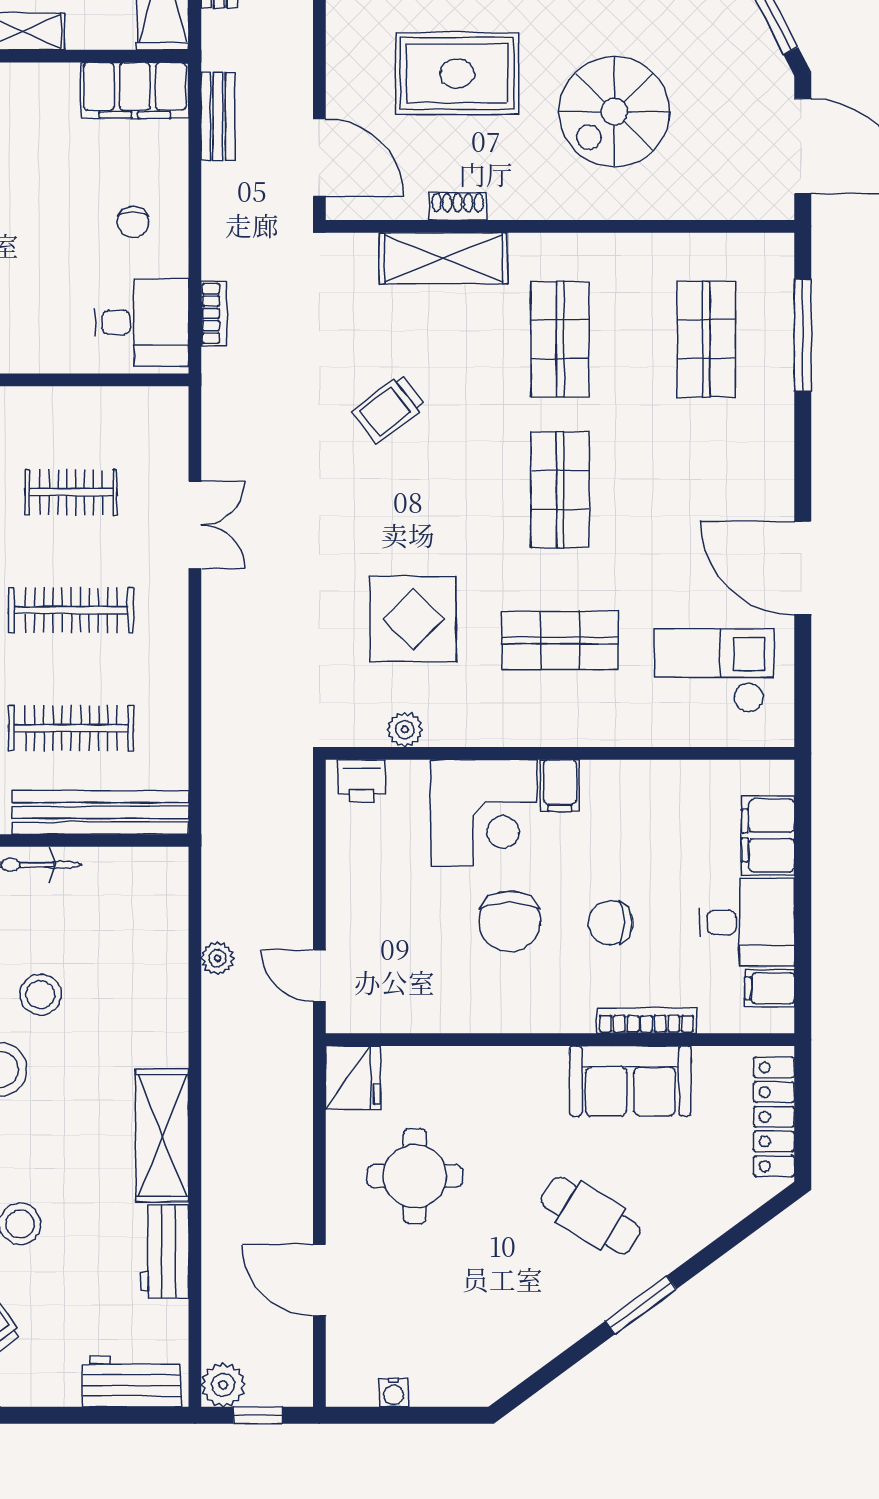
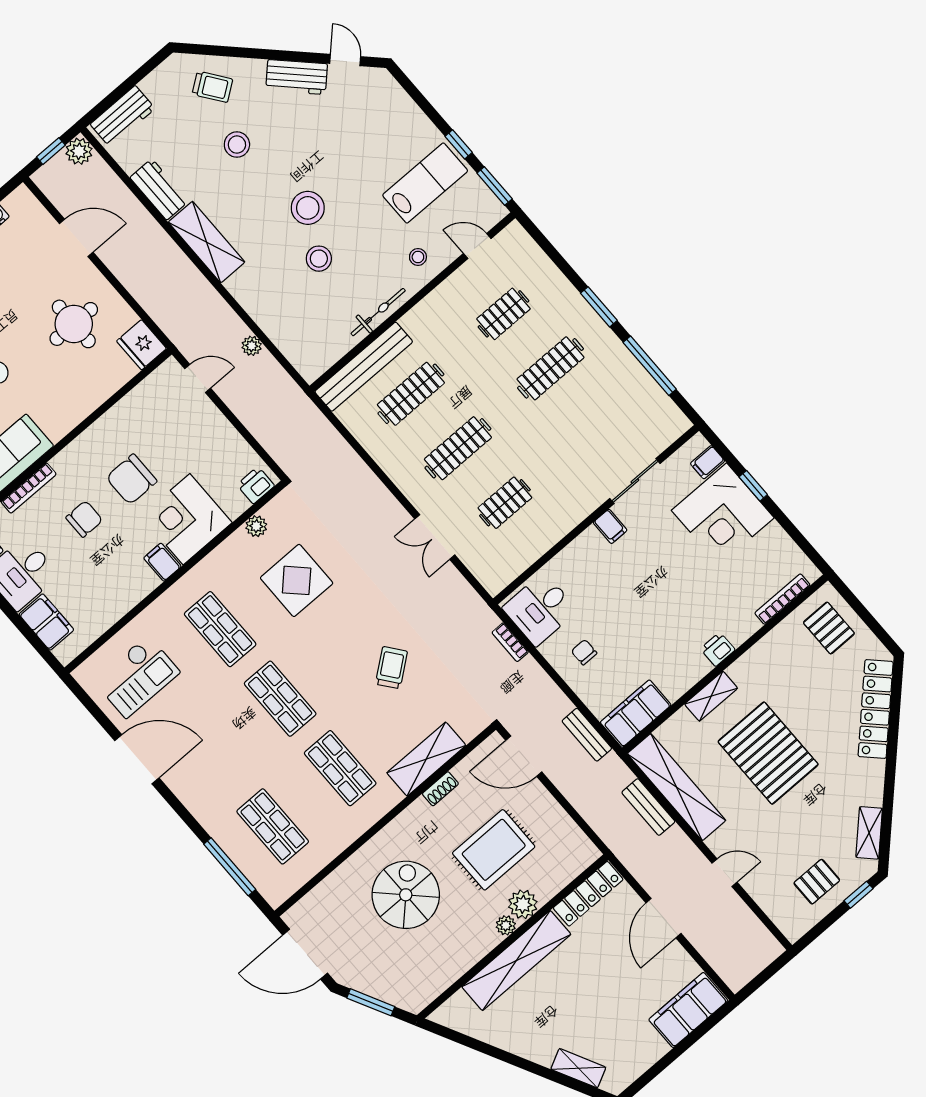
shop shelf: (560, 640) -> (220, 629), turned 90
chair: (509, 921) -> (132, 479), turned -90

